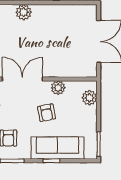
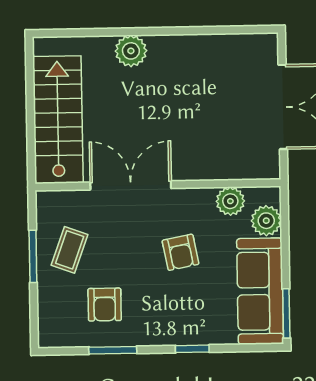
plant: (58, 88) -> (230, 201), moved
sofa: (58, 148) -> (260, 291), moved, turned -90

